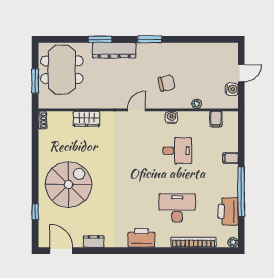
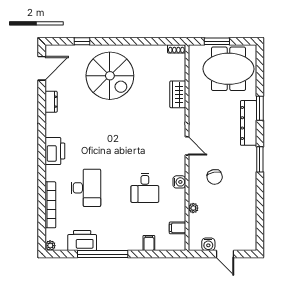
filing cabinet: (231, 158) -> (149, 243), moved

